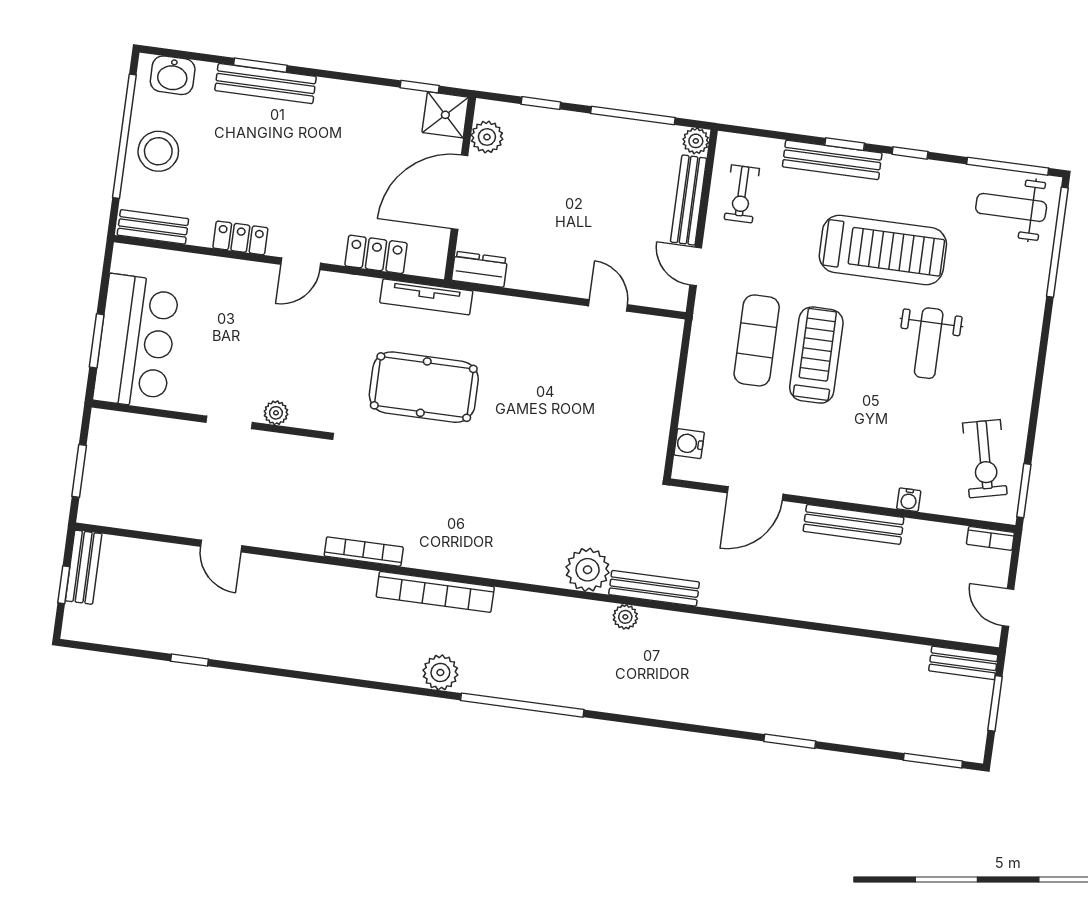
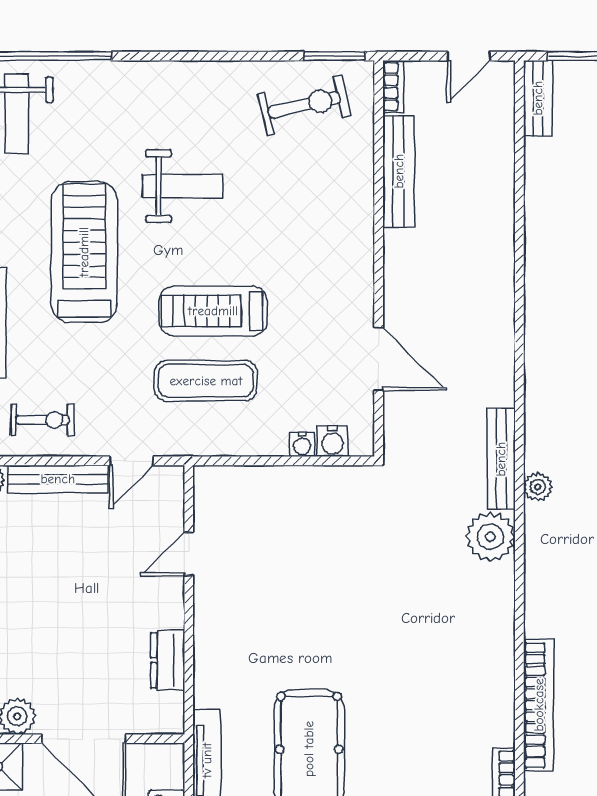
dresser: (479, 269) -> (168, 660), moved
water cooler: (909, 500) -> (302, 444), moved, turned 90
bench: (853, 524) -> (399, 171), moved

